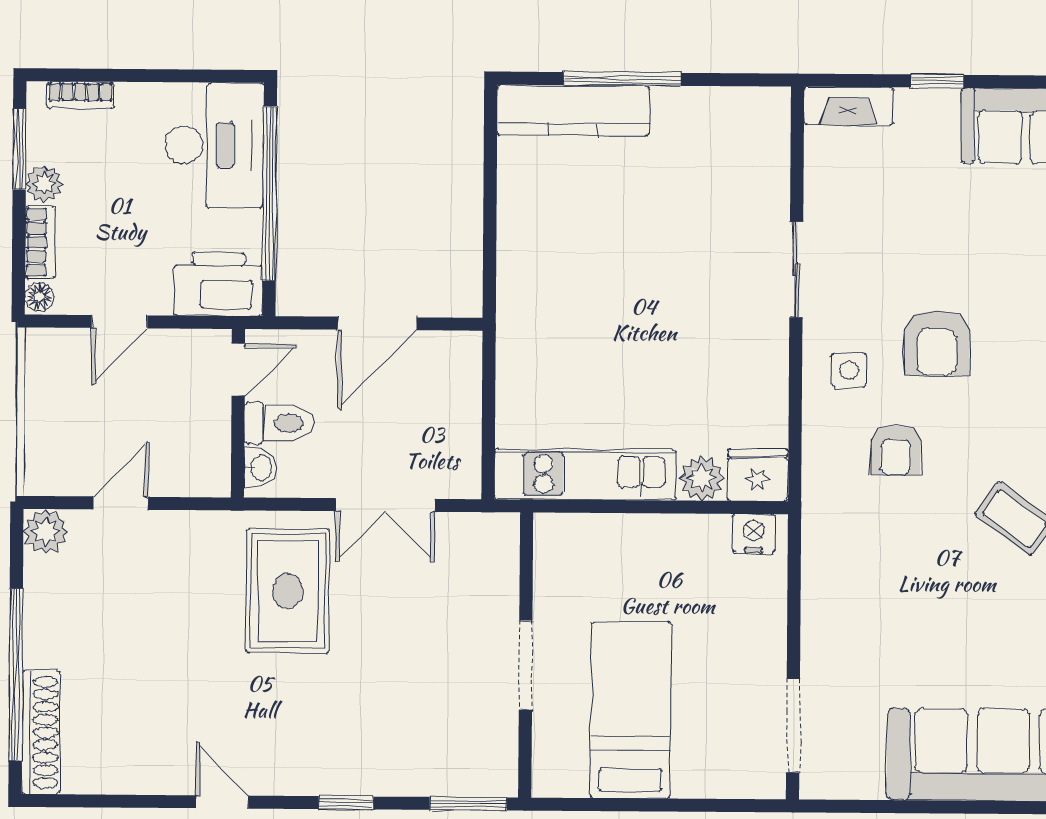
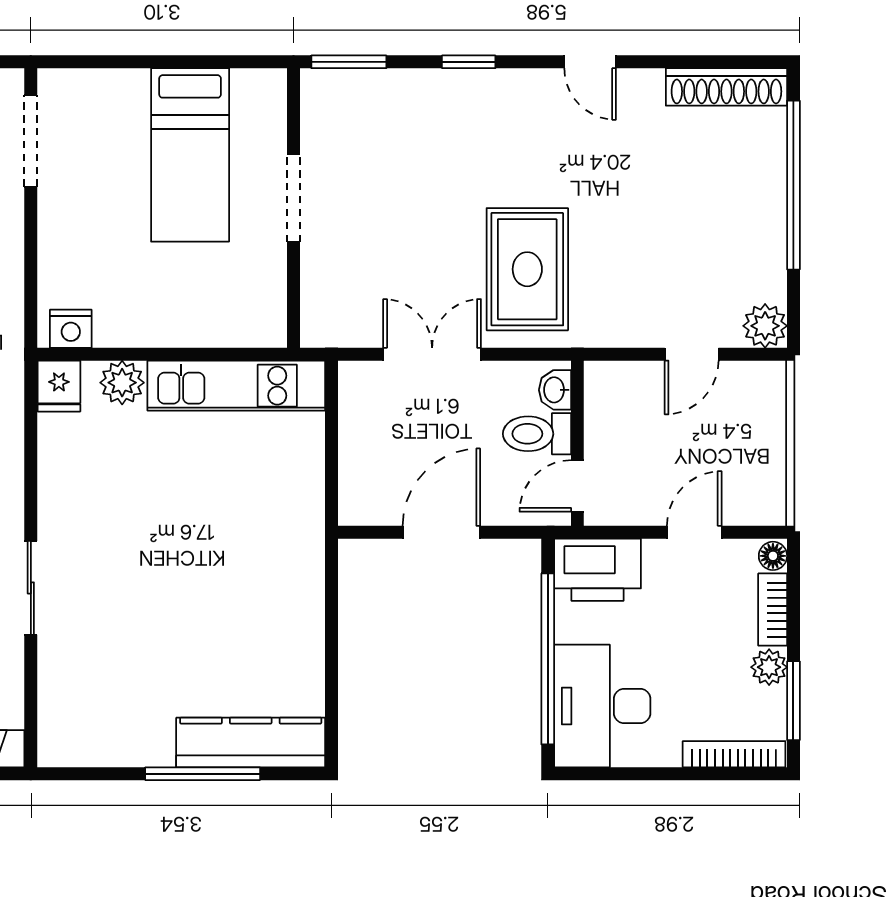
bookcase: (80, 95) -> (734, 754), width x1.56
fridge: (758, 475) -> (59, 386), width x0.72
shoe rack: (41, 732) -> (726, 87), moved, turned -90

